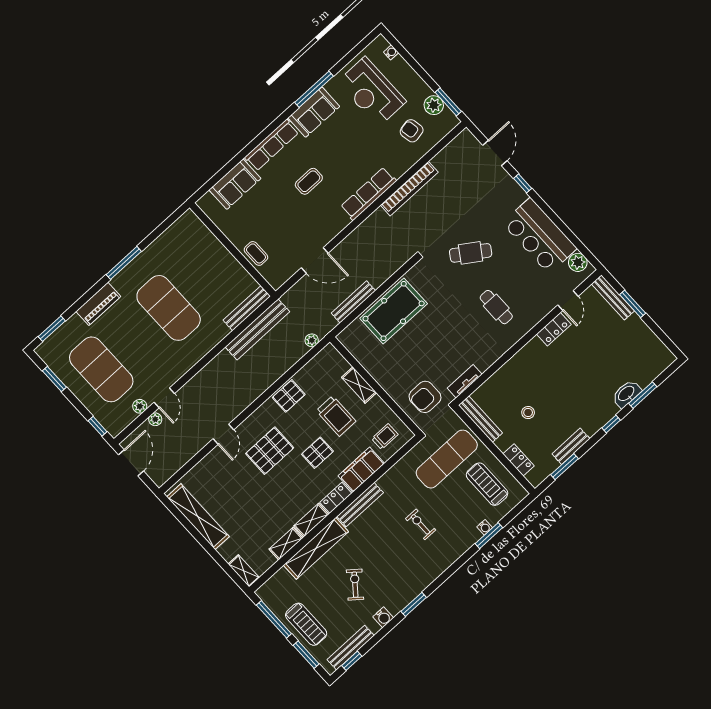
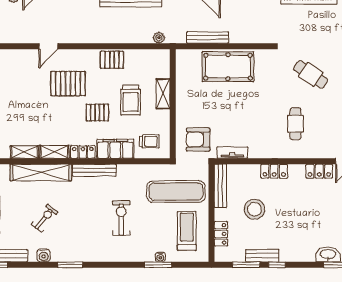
locker: (515, 364) -> (274, 171), added
stool: (528, 413) -> (255, 209), width x1.89, depth x1.89
window: (611, 424) -> (277, 265), moved
exercise bike: (421, 524) -> (121, 218), width x1.38, depth x1.39

